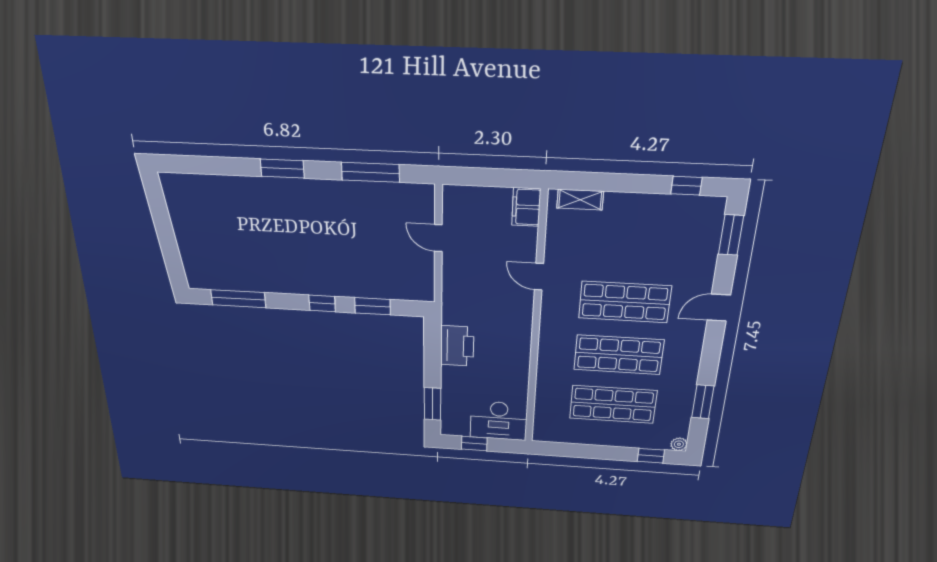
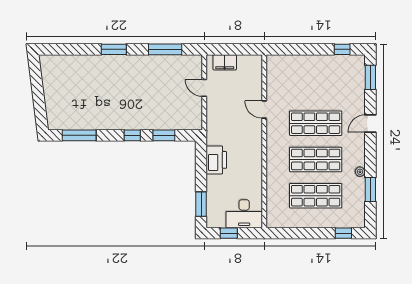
shelving: (580, 200) -> (285, 60), removed
filing cabinet: (526, 207) -> (225, 62), moved, turned -90
plant: (679, 444) -> (360, 172), moved

